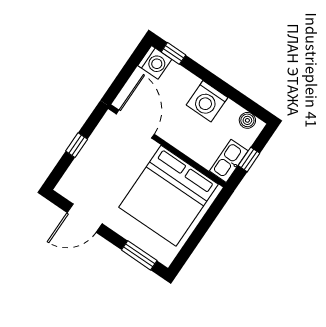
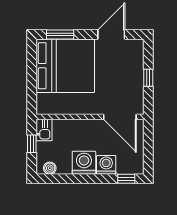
washing machine: (155, 62) -> (106, 165), moved, turned 90
kitchen sink: (229, 161) -> (44, 130), width x0.73
bed: (169, 196) -> (65, 66), moved, turned 90

